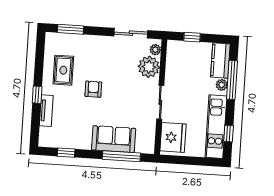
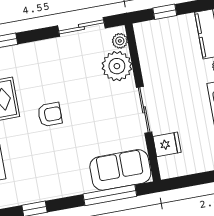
armchair: (93, 89) -> (50, 115), turned 90
fridge: (173, 137) -> (167, 144), width x0.53, depth x0.75
sofa: (114, 139) -> (120, 170), moved

